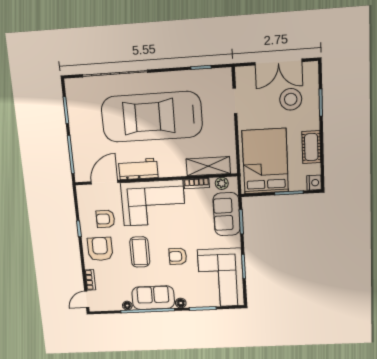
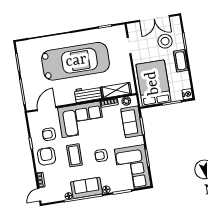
car: (152, 117) -> (76, 61), turned 180
cot: (311, 147) -> (181, 61), moved
workbench: (138, 169) -> (88, 94), moved

